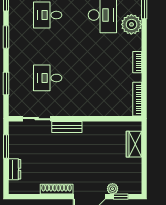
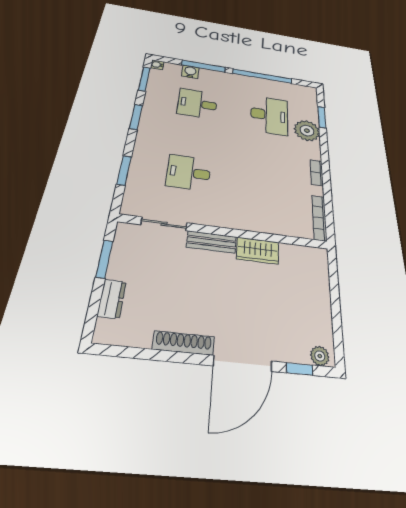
wardrobe: (134, 144) -> (258, 251), moved, turned -90
plant: (113, 189) -> (320, 356), moved

